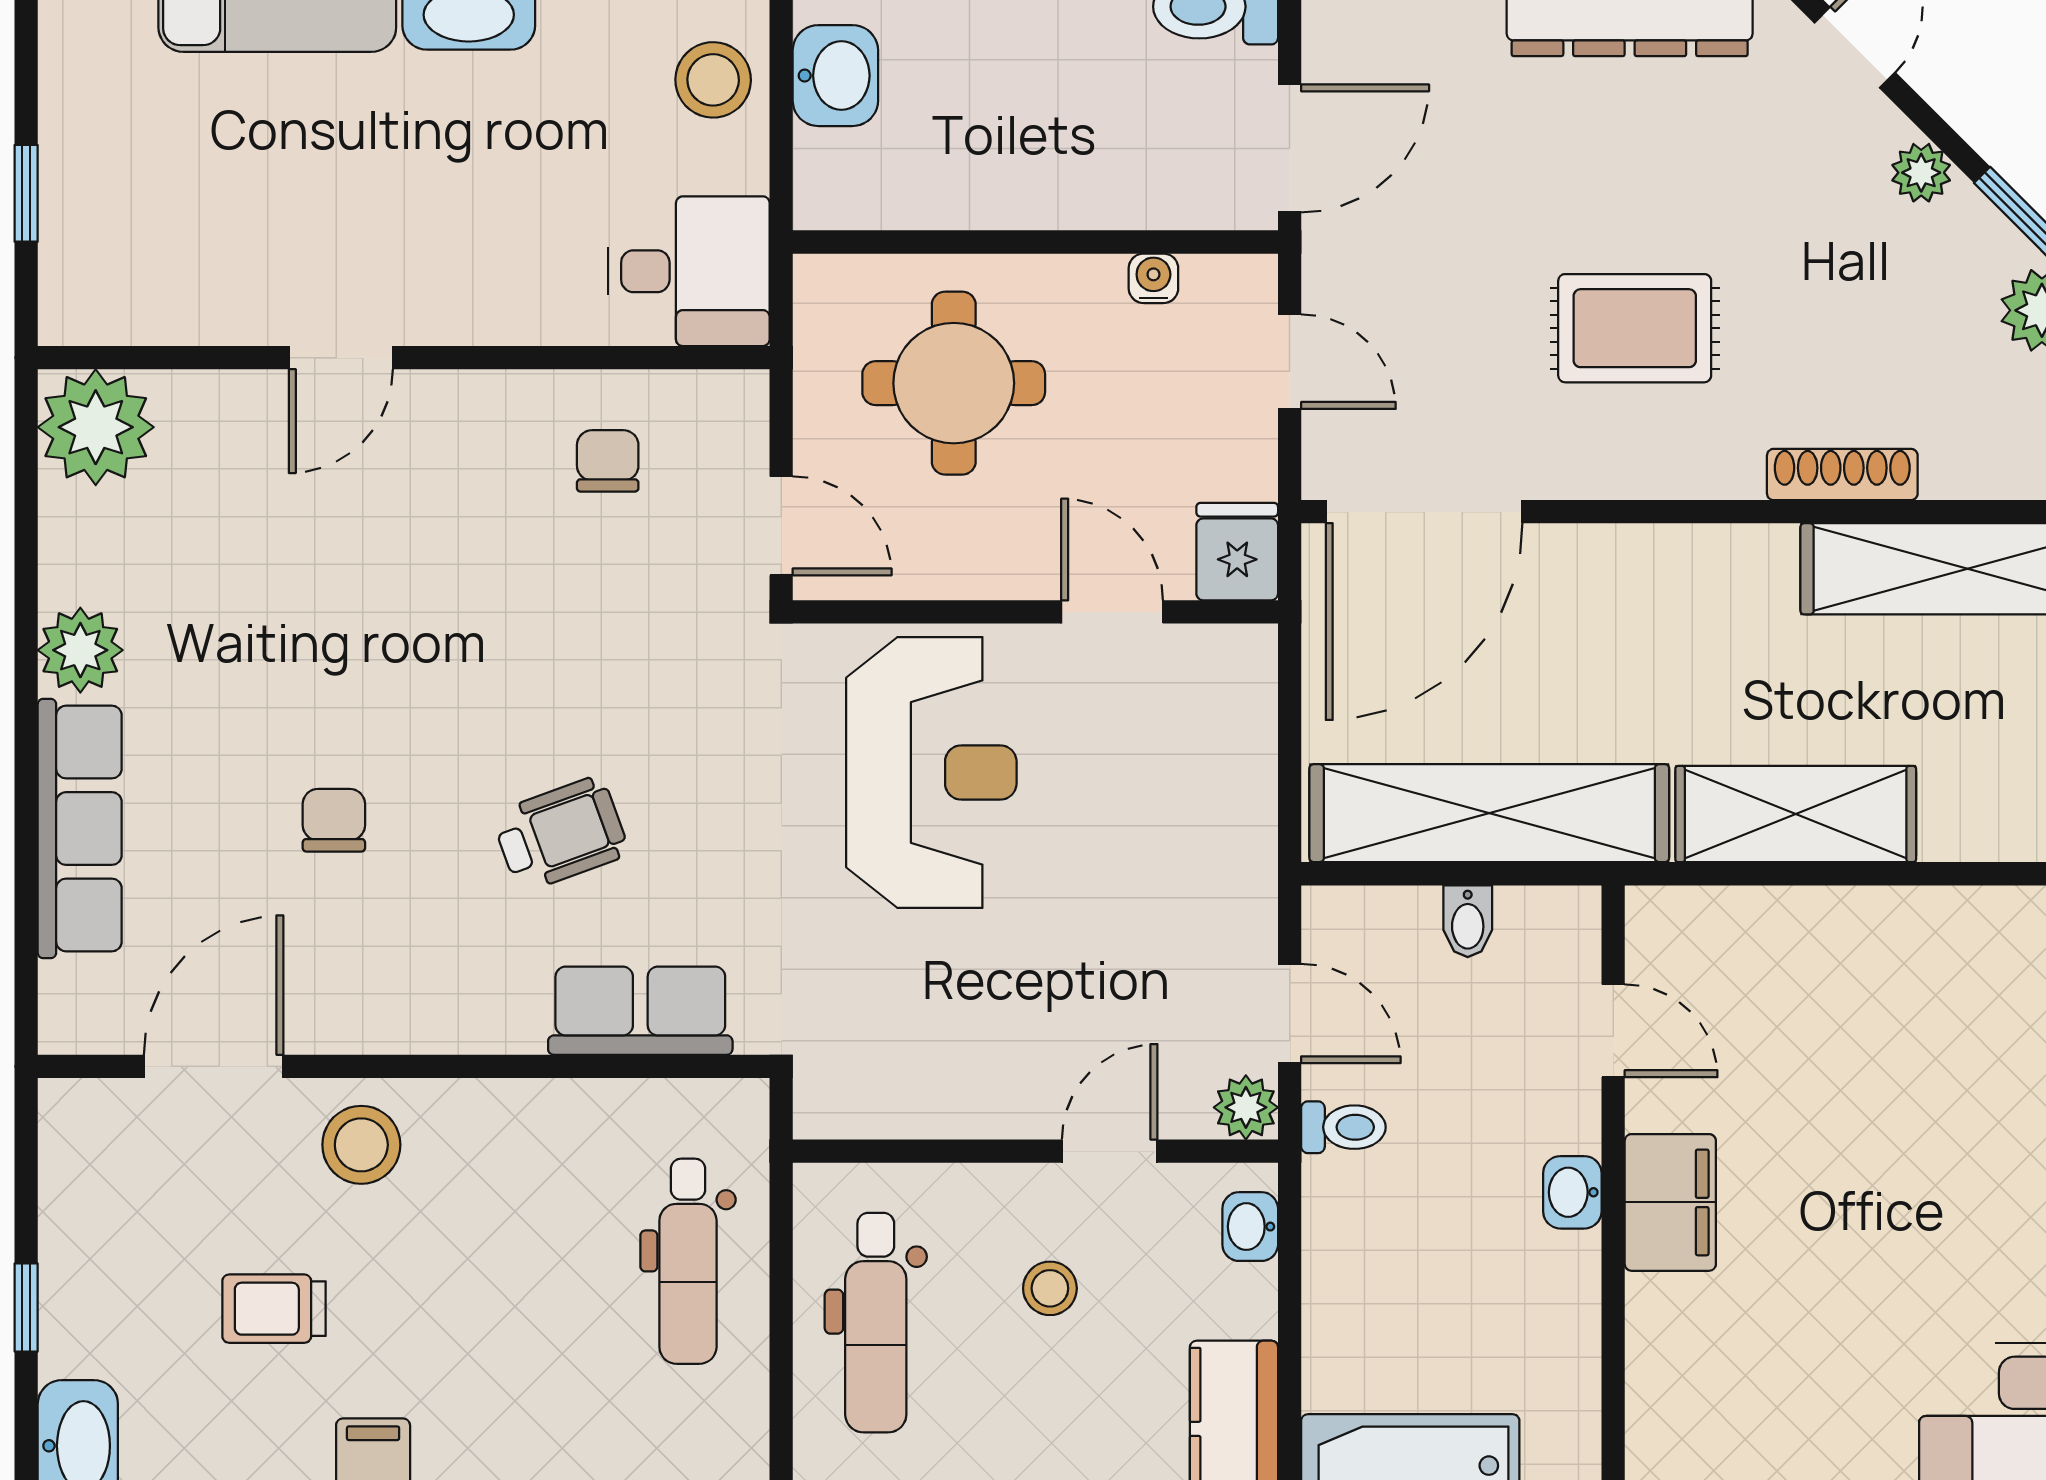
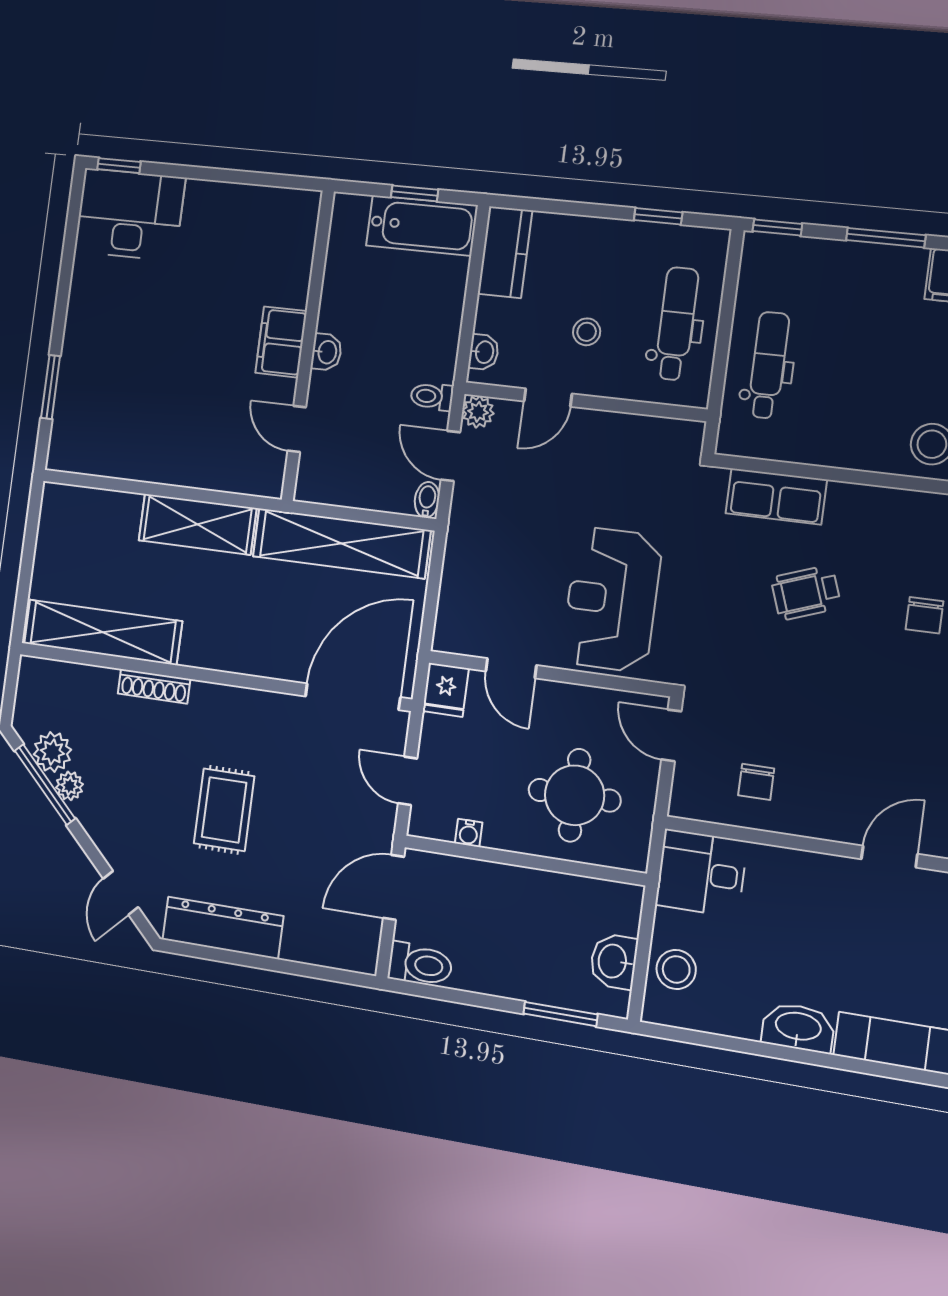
plant: (1921, 173) -> (69, 786), moved
rug: (1635, 328) -> (224, 810), moved, turned 90
bidet: (1468, 921) -> (427, 500), moved

